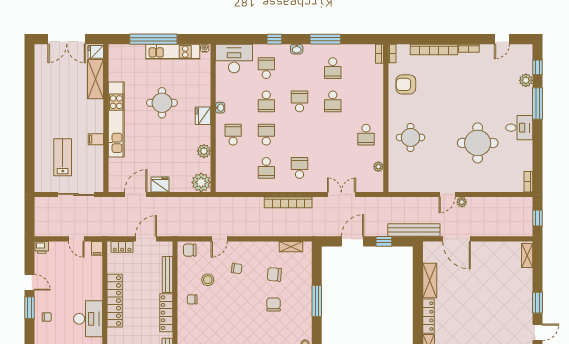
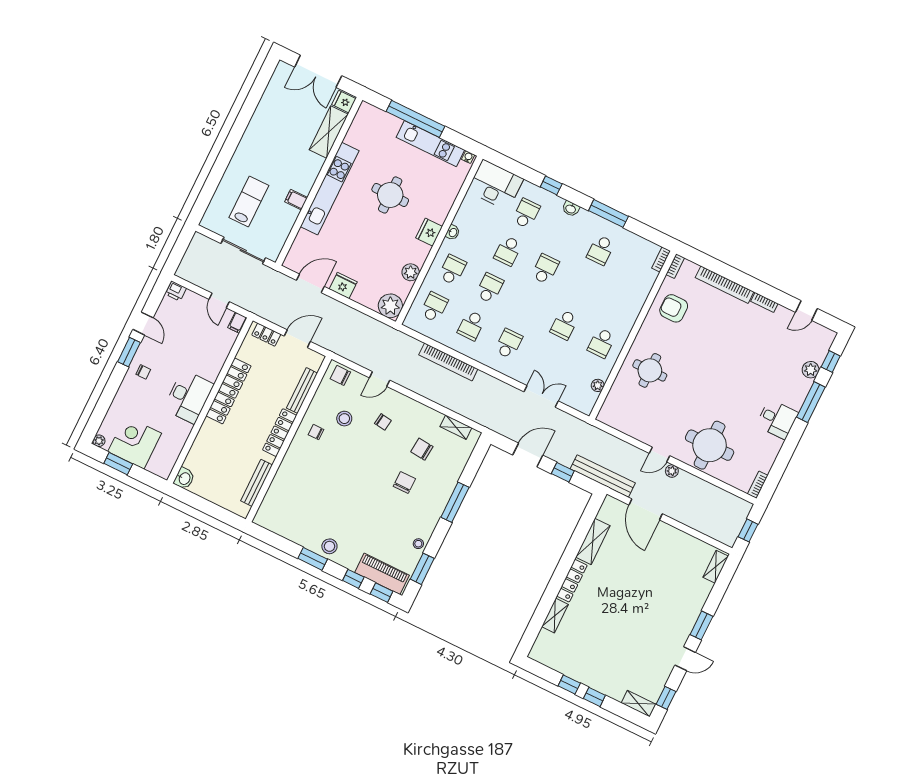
school desk: (333, 101) -> (564, 325), moved
round table: (478, 143) -> (710, 445), moved
school desk: (233, 168) -> (434, 307), added
bookcase: (288, 202) -> (448, 362), moved

